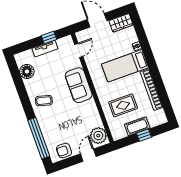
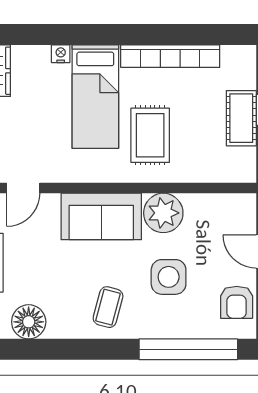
door: (79, 50) -> (23, 188), swing flipped
rug: (123, 105) -> (150, 135), moved
side table: (64, 120) -> (169, 277), added
plant: (98, 136) -> (163, 213), moved

